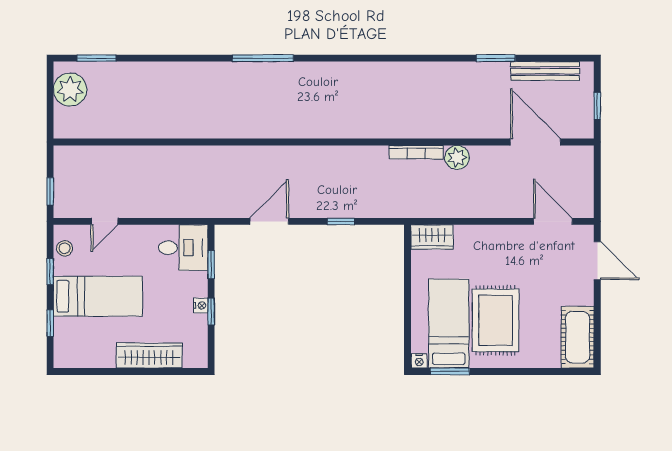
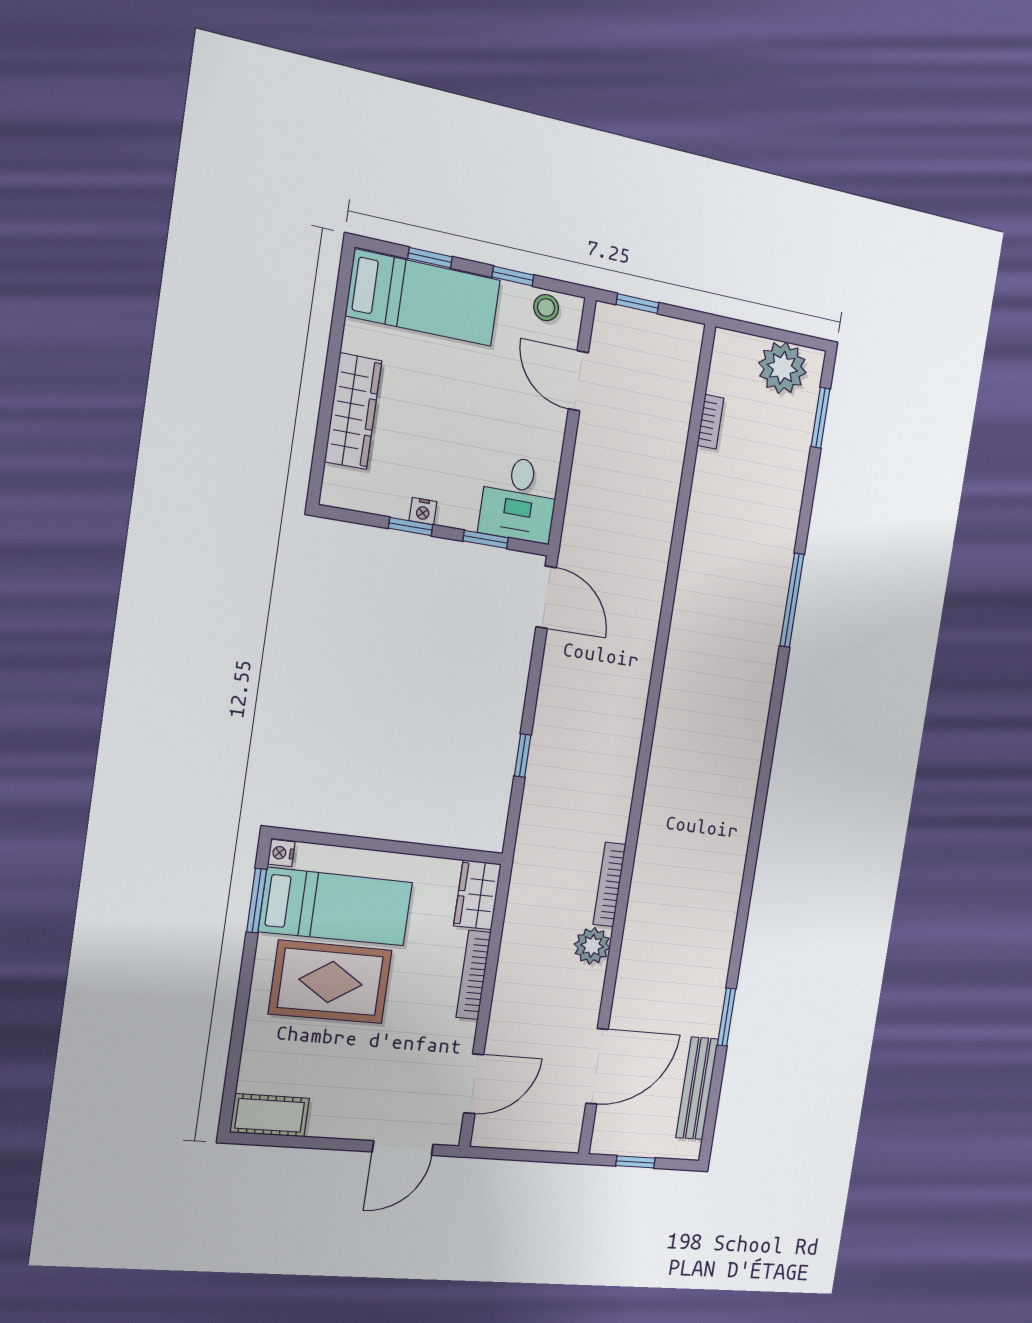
window: (263, 58) -> (792, 600), moved
bookcase: (113, 132) -> (710, 422), added
door: (104, 221) -> (578, 381), width x1.38
door: (269, 221) -> (546, 597), moved
bookcase: (483, 232) -> (473, 975), added
bed: (98, 296) -> (423, 298), moved, turned -90
cot: (578, 337) -> (270, 1115), width x0.73, depth x0.75

